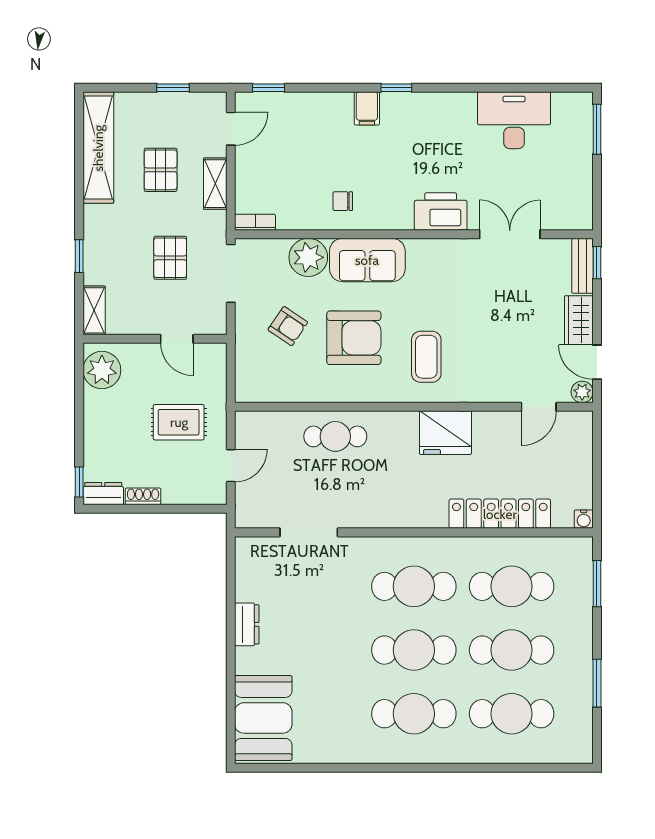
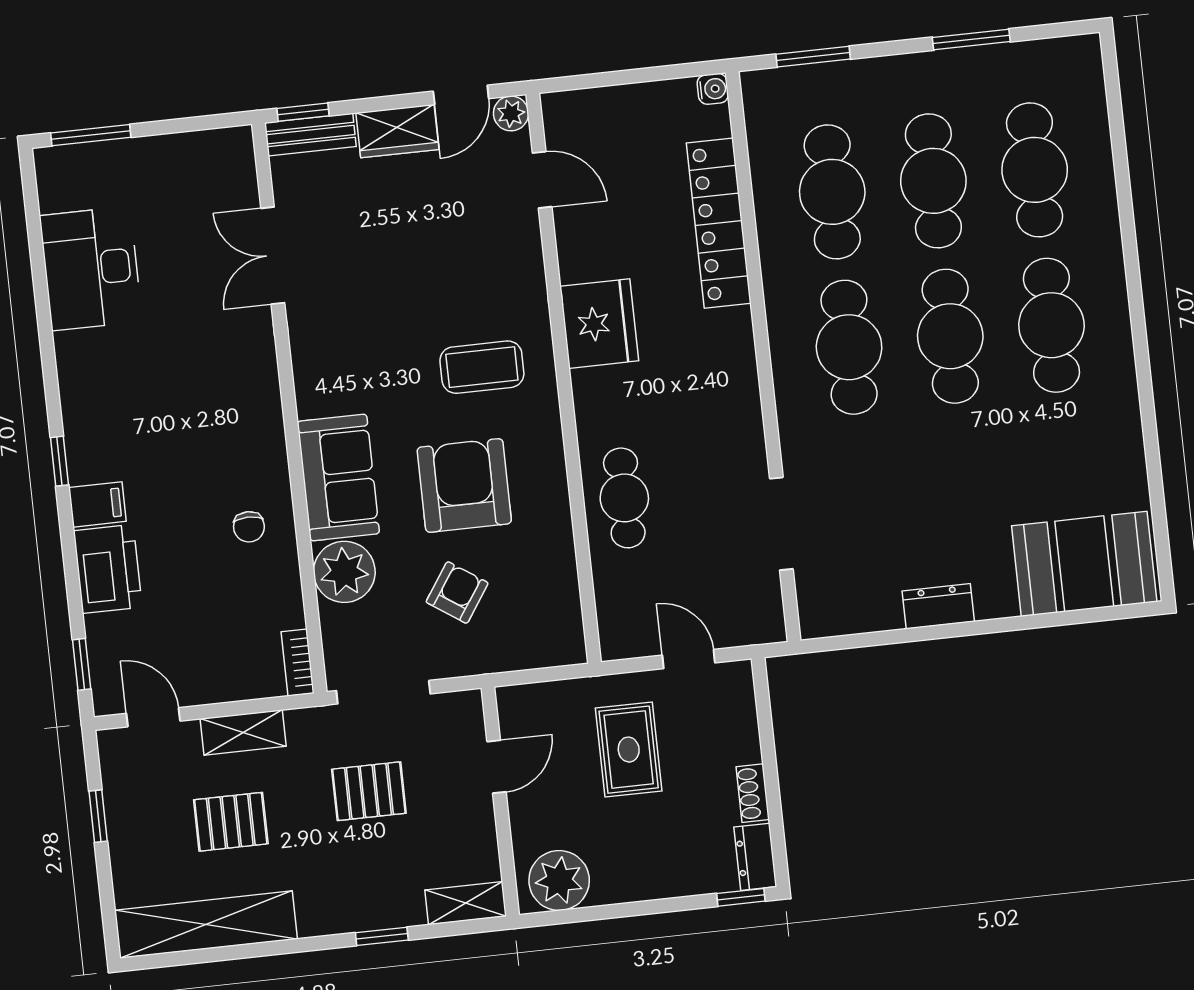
printer: (441, 211) -> (108, 569), moved, turned 180

